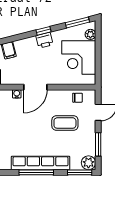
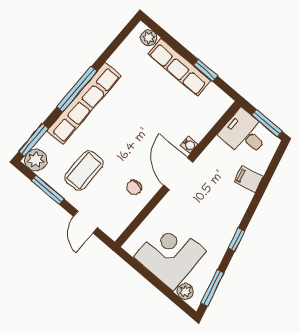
printer: (44, 40) -> (225, 231), removed
chair: (77, 98) -> (134, 187), moved
coffee table: (65, 123) -> (84, 171), moved

